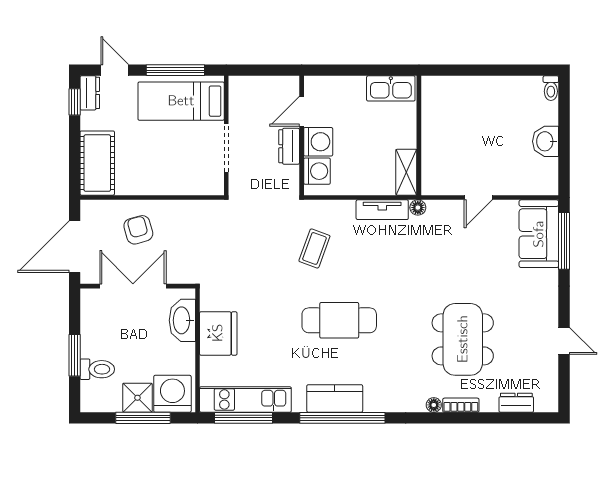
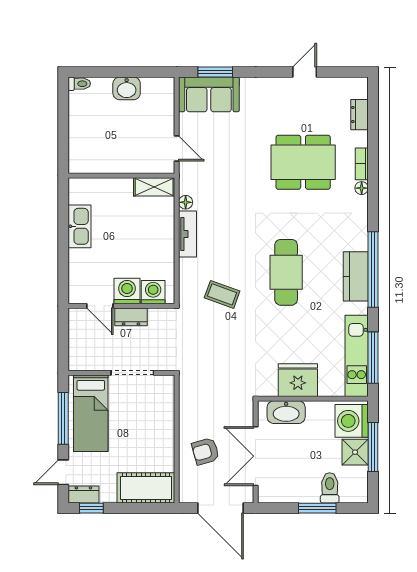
wall: (419, 135) -> (121, 176), moved
shelving: (406, 172) -> (154, 187), moved
window: (564, 241) -> (215, 72), width x0.69

